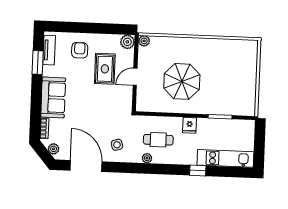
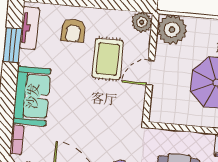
plant: (144, 41) -> (172, 30), width x1.87, depth x1.87
armchair: (80, 50) -> (73, 31), turned 180

